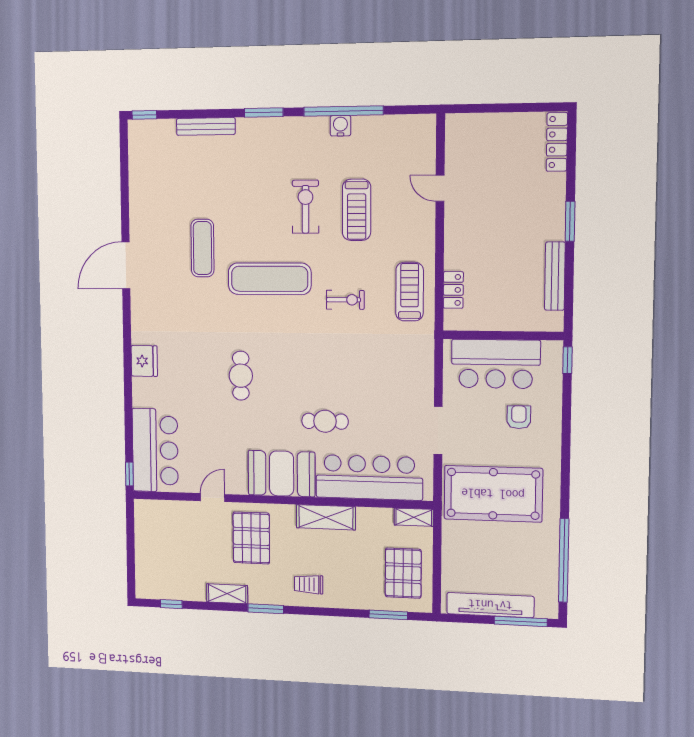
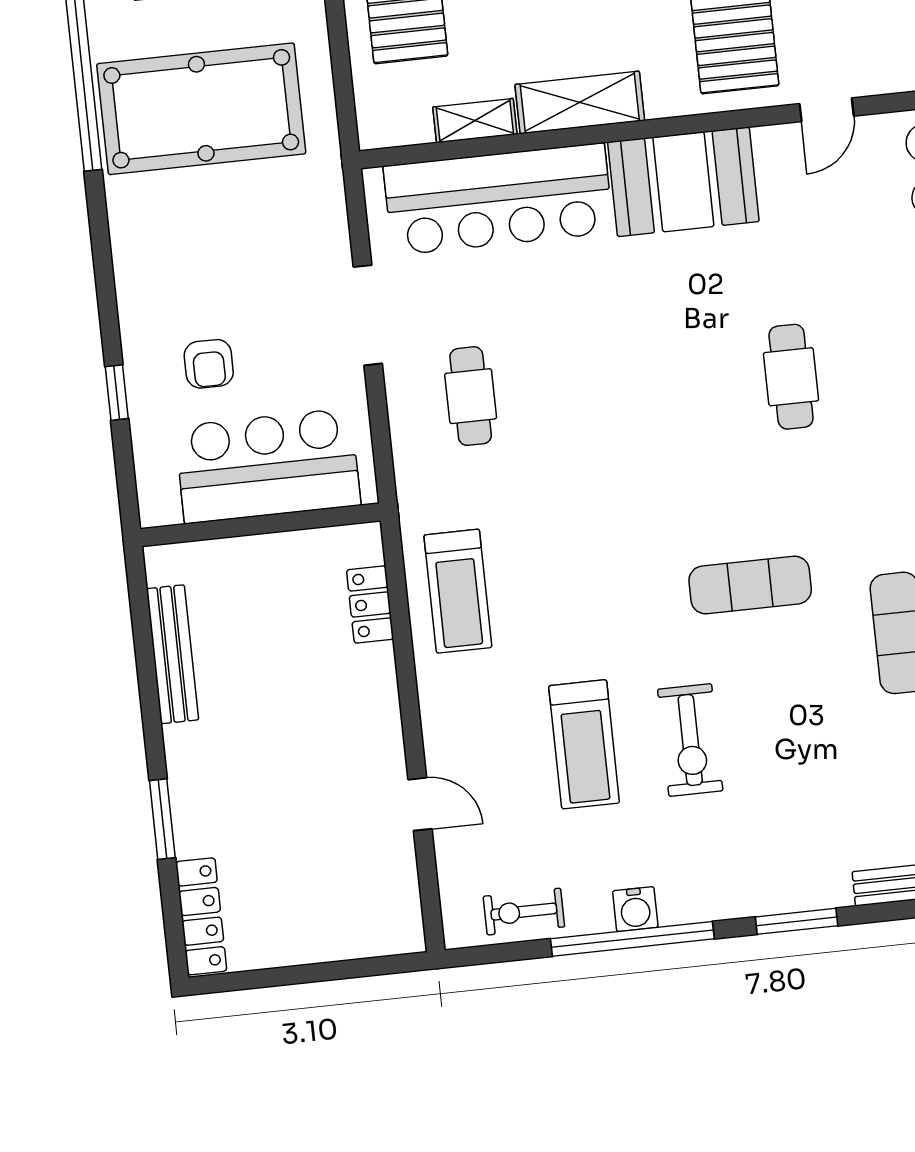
treadmill: (357, 210) -> (584, 744), turned 180
window: (570, 221) -> (162, 819), moved
exercise mat: (270, 279) -> (750, 585), width x0.73, depth x0.69
exercise bike: (345, 300) -> (524, 912), moved
window: (567, 360) -> (117, 393), moved
cafe table: (325, 421) -> (471, 396), moved, turned 90
pool table: (493, 494) -> (201, 109), moved
shelving: (414, 517) -> (475, 121), moved

